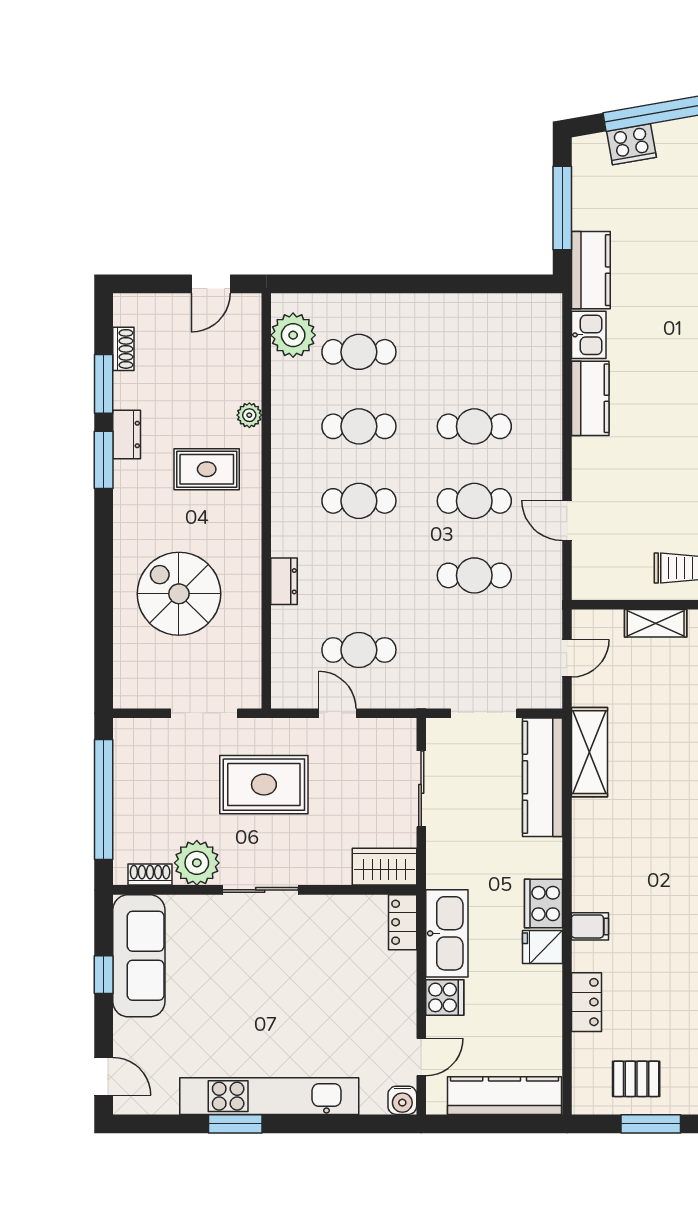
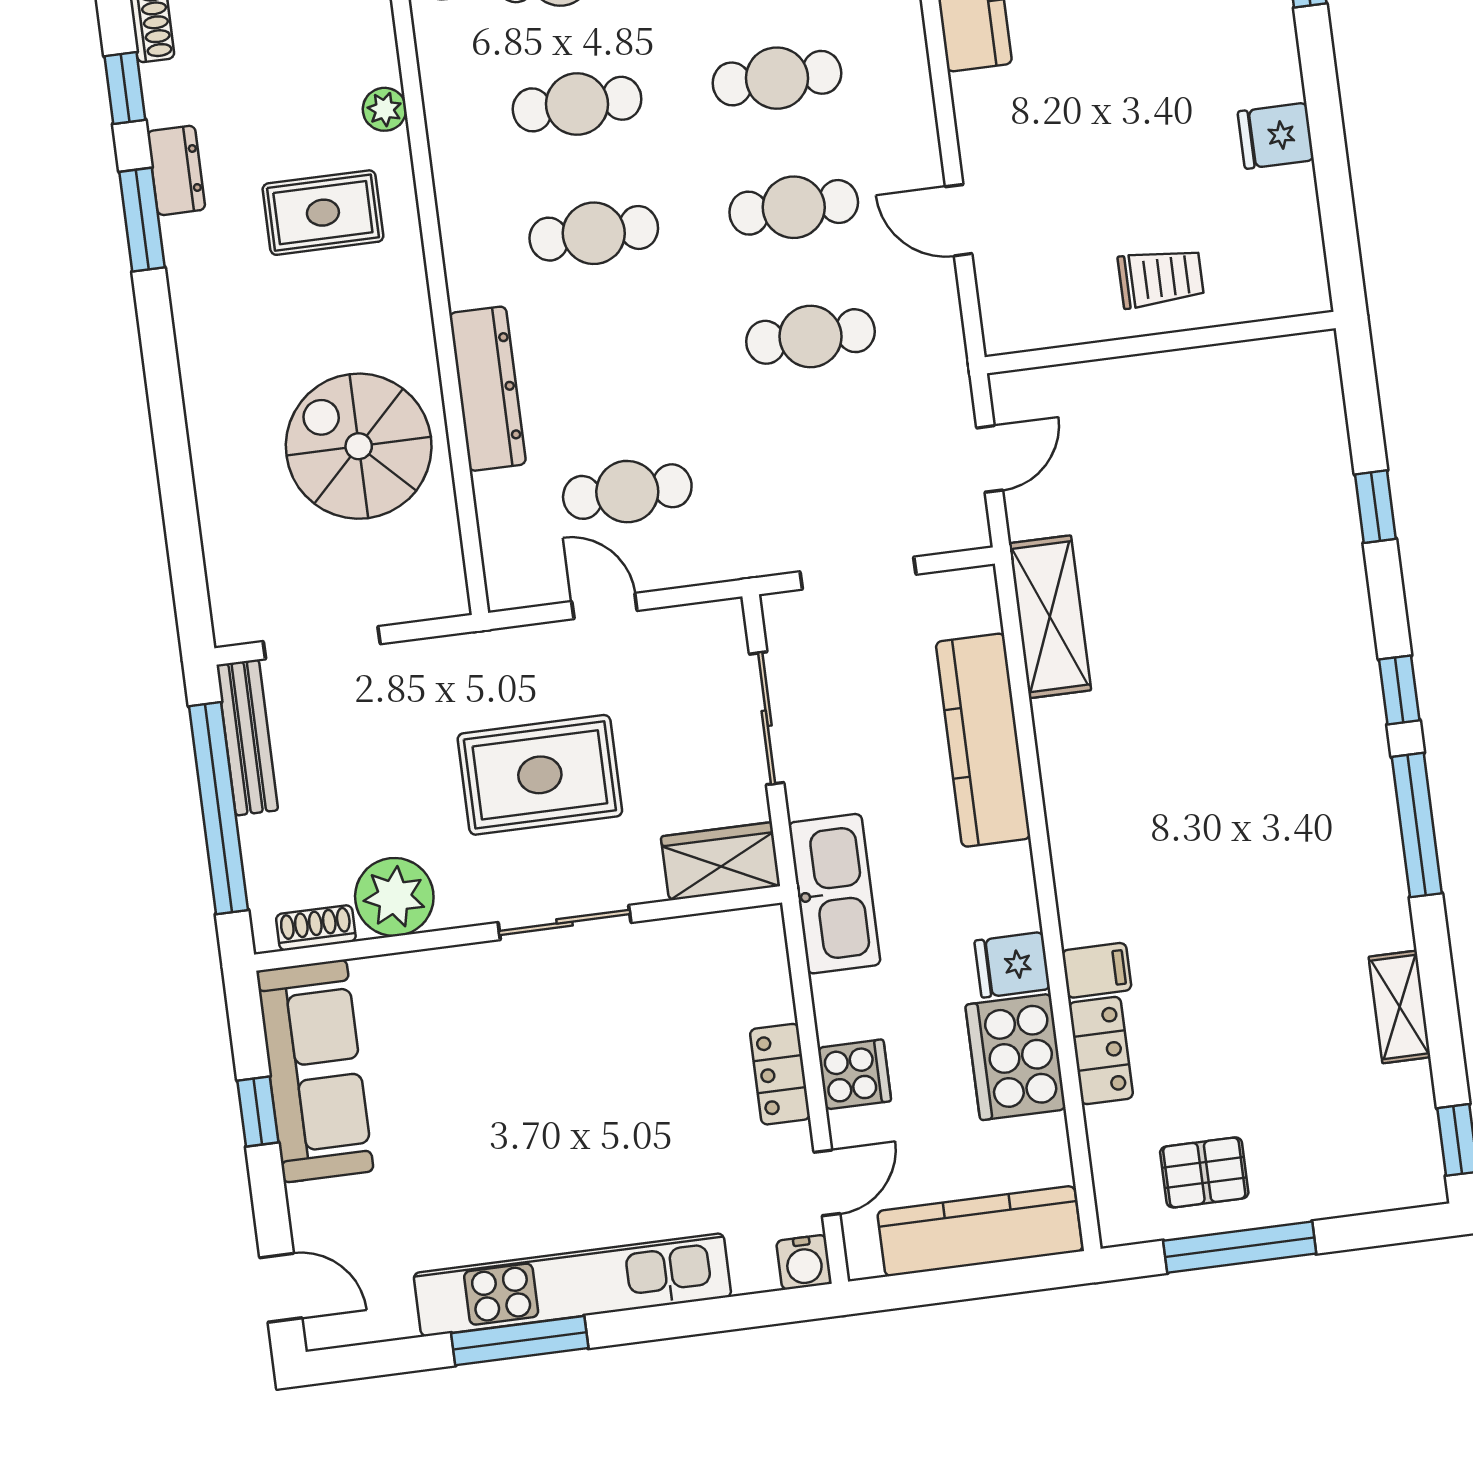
window: (104, 384) -> (125, 88), width x0.67
dresser: (284, 581) -> (488, 389), width x1.96, depth x1.24
spiral stairs: (179, 594) -> (359, 446), moved
shelving: (656, 623) -> (1136, 379), removed
doorway: (204, 713) -> (322, 643), moved
bench: (125, 761) -> (247, 737), added
kitchen counter: (542, 777) -> (983, 740), moved
rug: (264, 785) -> (540, 775), moved
sliding door: (260, 890) -> (565, 922), moved
cooker: (543, 903) -> (1016, 1057), moved, width x1.37, depth x1.31
locker: (403, 922) -> (780, 1074), moved
filing cabinet: (590, 926) -> (1097, 970), moved
kitchen sink: (447, 933) -> (835, 894), moved
window: (235, 1124) -> (520, 1341), width x1.44
window: (651, 1124) -> (1240, 1247), width x1.44

